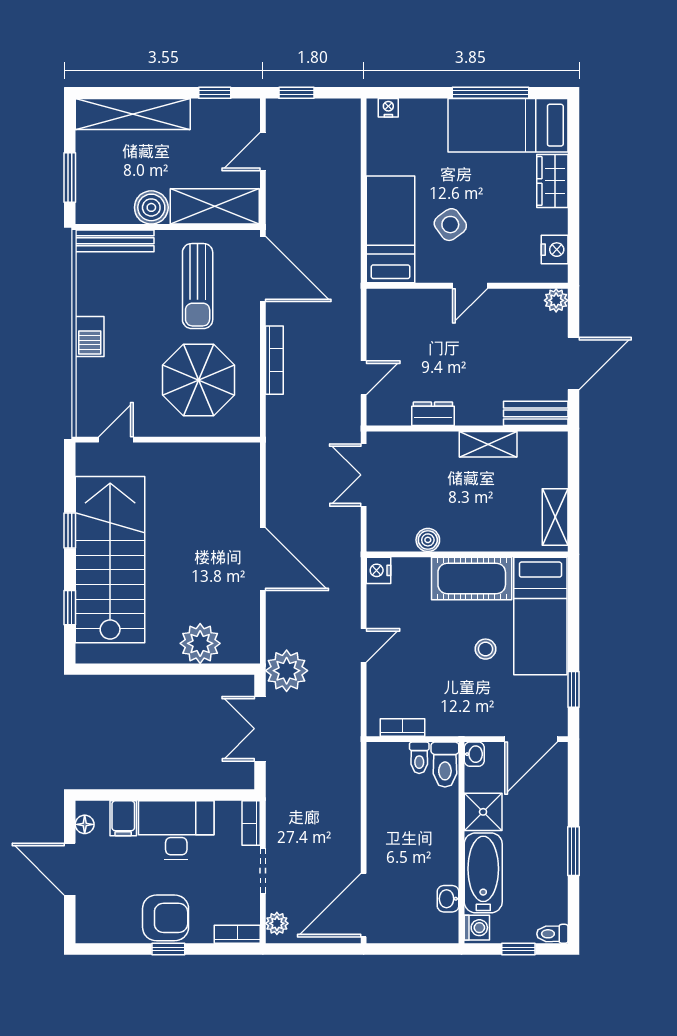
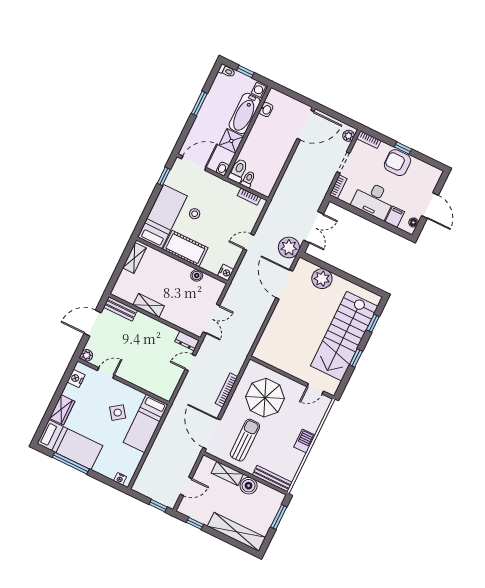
shelving: (215, 206) -> (227, 473), width x0.67, depth x0.75
door: (470, 286) -> (106, 373), moved
dresser: (433, 414) -> (187, 341), moved
door: (263, 559) -> (284, 284), moved

